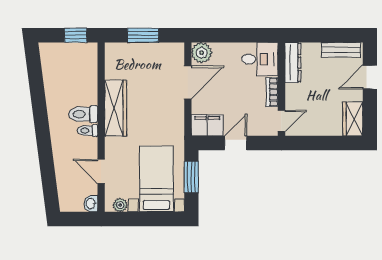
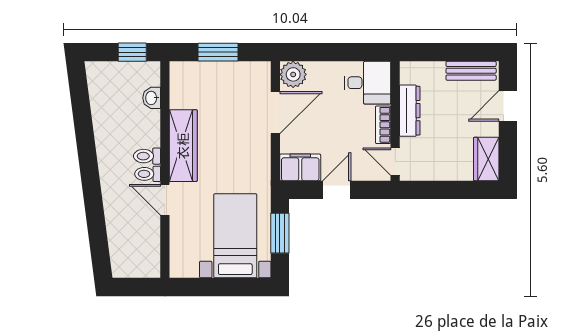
dresser: (293, 63) -> (410, 111), moved
toilet: (83, 114) -> (147, 156), width x0.73, depth x0.72
door: (281, 121) -> (395, 162), swing flipped
door: (101, 171) -> (165, 200), moved
washbasin: (91, 204) -> (152, 98), moved
plant: (120, 205) -> (189, 269), removed

